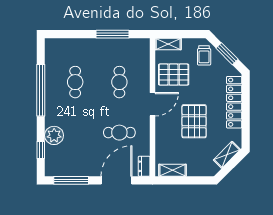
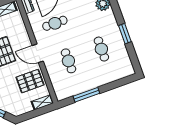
trolley: (204, 55) -> (12, 103), removed
window: (41, 90) -> (125, 34), width x0.47
door: (153, 104) -> (38, 53), hinge flipped

